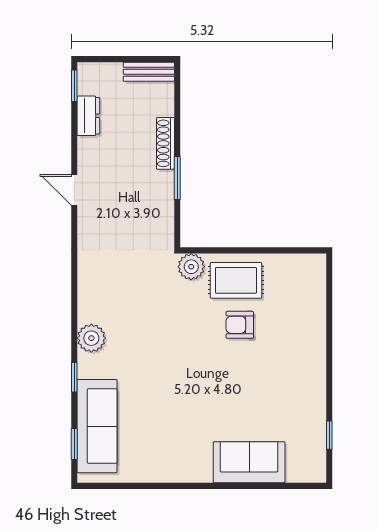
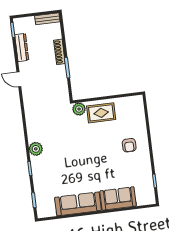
dresser: (88, 116) -> (22, 47), width x1.44
armchair: (240, 325) -> (129, 145), moved, turned -90
sofa: (97, 426) -> (78, 204), moved, turned -90

